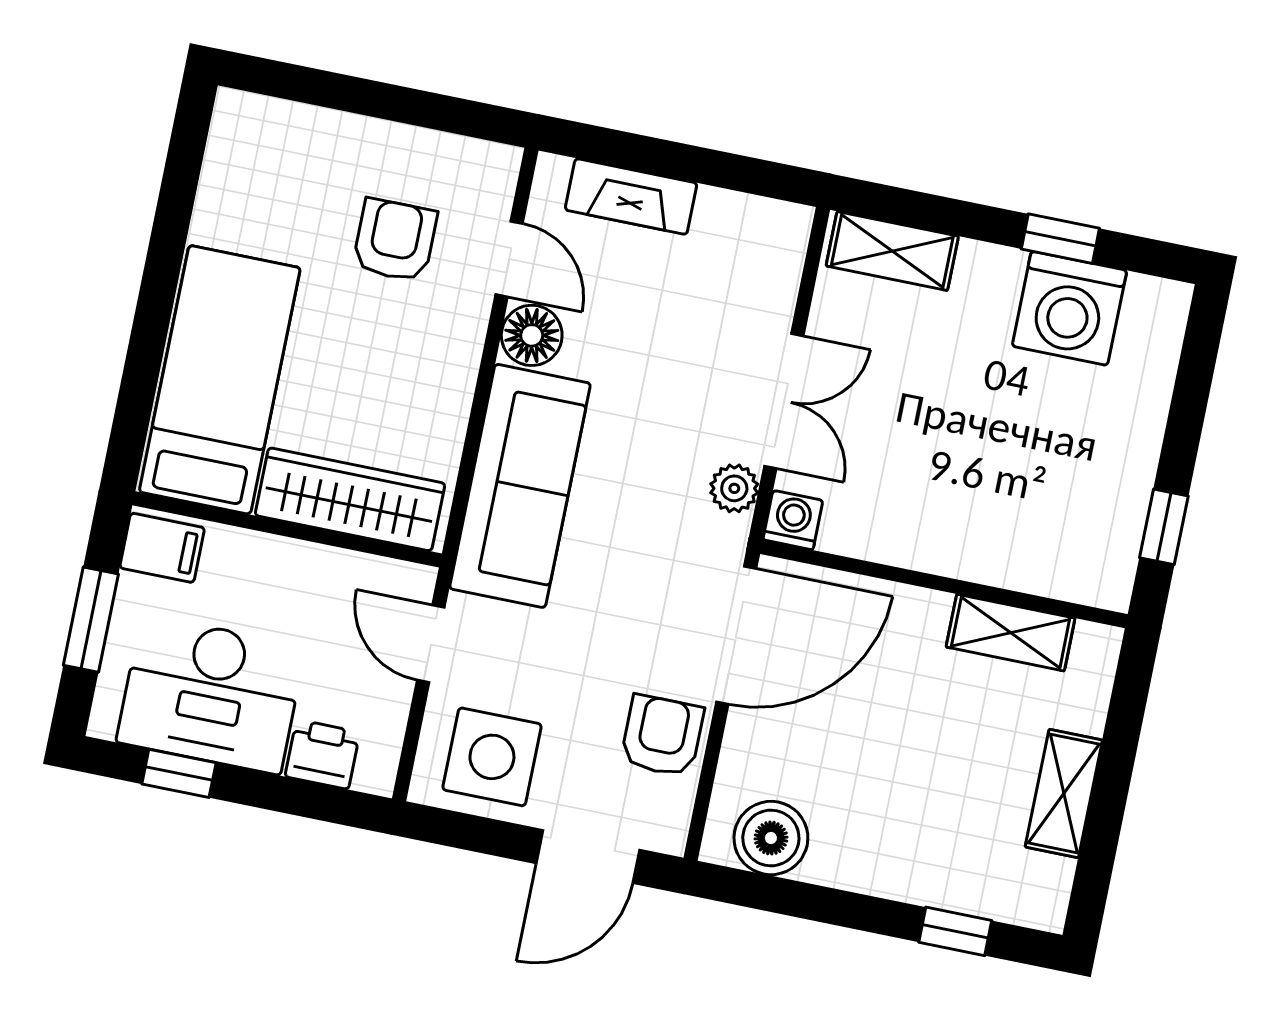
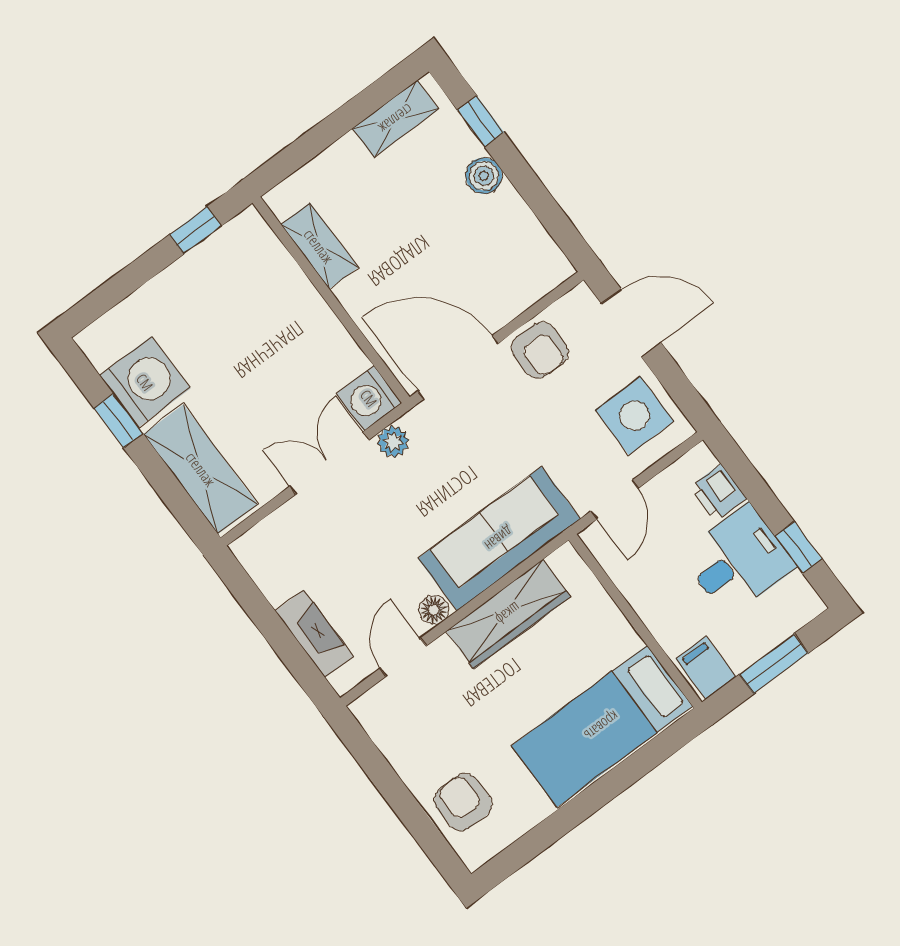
armchair: (395, 240) -> (463, 802), moved, turned 90
shelving: (892, 251) -> (201, 469), width x1.50, depth x1.33
floor lamp: (532, 335) -> (434, 610), width x0.73, depth x0.73
wardrobe: (350, 499) -> (508, 614), moved, turned -90
washing machine: (793, 520) -> (369, 398), width x1.38, depth x1.38
desk: (211, 694) -> (738, 560), width x0.73
armchair: (662, 736) -> (540, 350), turned -90
shelving: (1064, 793) -> (396, 119), moved
boiler: (771, 838) -> (484, 176), moved, width x0.73, depth x0.73

